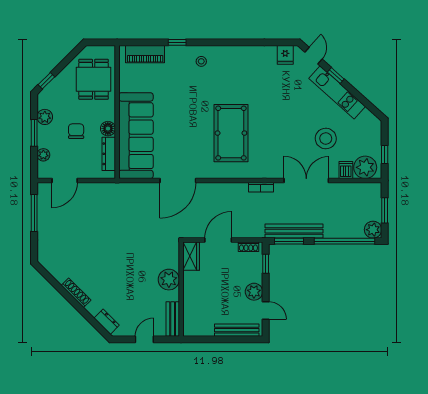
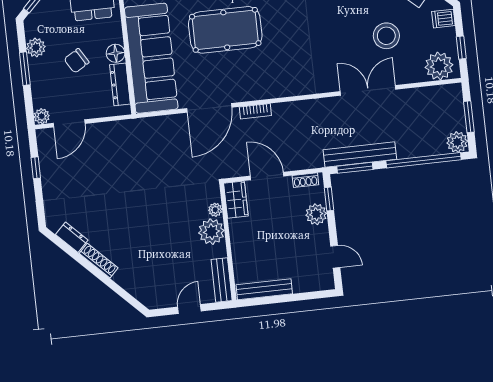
chair: (76, 131) -> (77, 61), turned -121
pool table: (231, 133) -> (225, 30), moved, turned 90
plant: (43, 155) -> (42, 116), moved
dishwasher: (346, 170) -> (443, 19), moved, turned -90
bookcase: (261, 187) -> (255, 111), moved
window: (34, 213) -> (36, 168), width x0.46
door: (218, 240) -> (267, 176), hinge flipped
plant: (174, 262) -> (215, 210), added
plant: (254, 292) -> (316, 214), moved
dresser: (107, 322) -> (72, 237), moved
bench: (237, 330) -> (264, 289), moved

